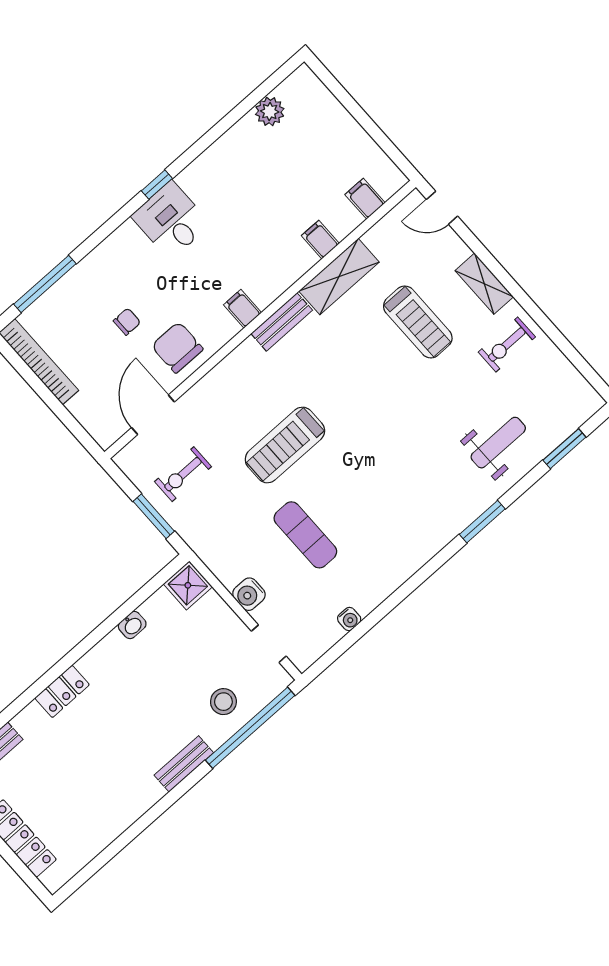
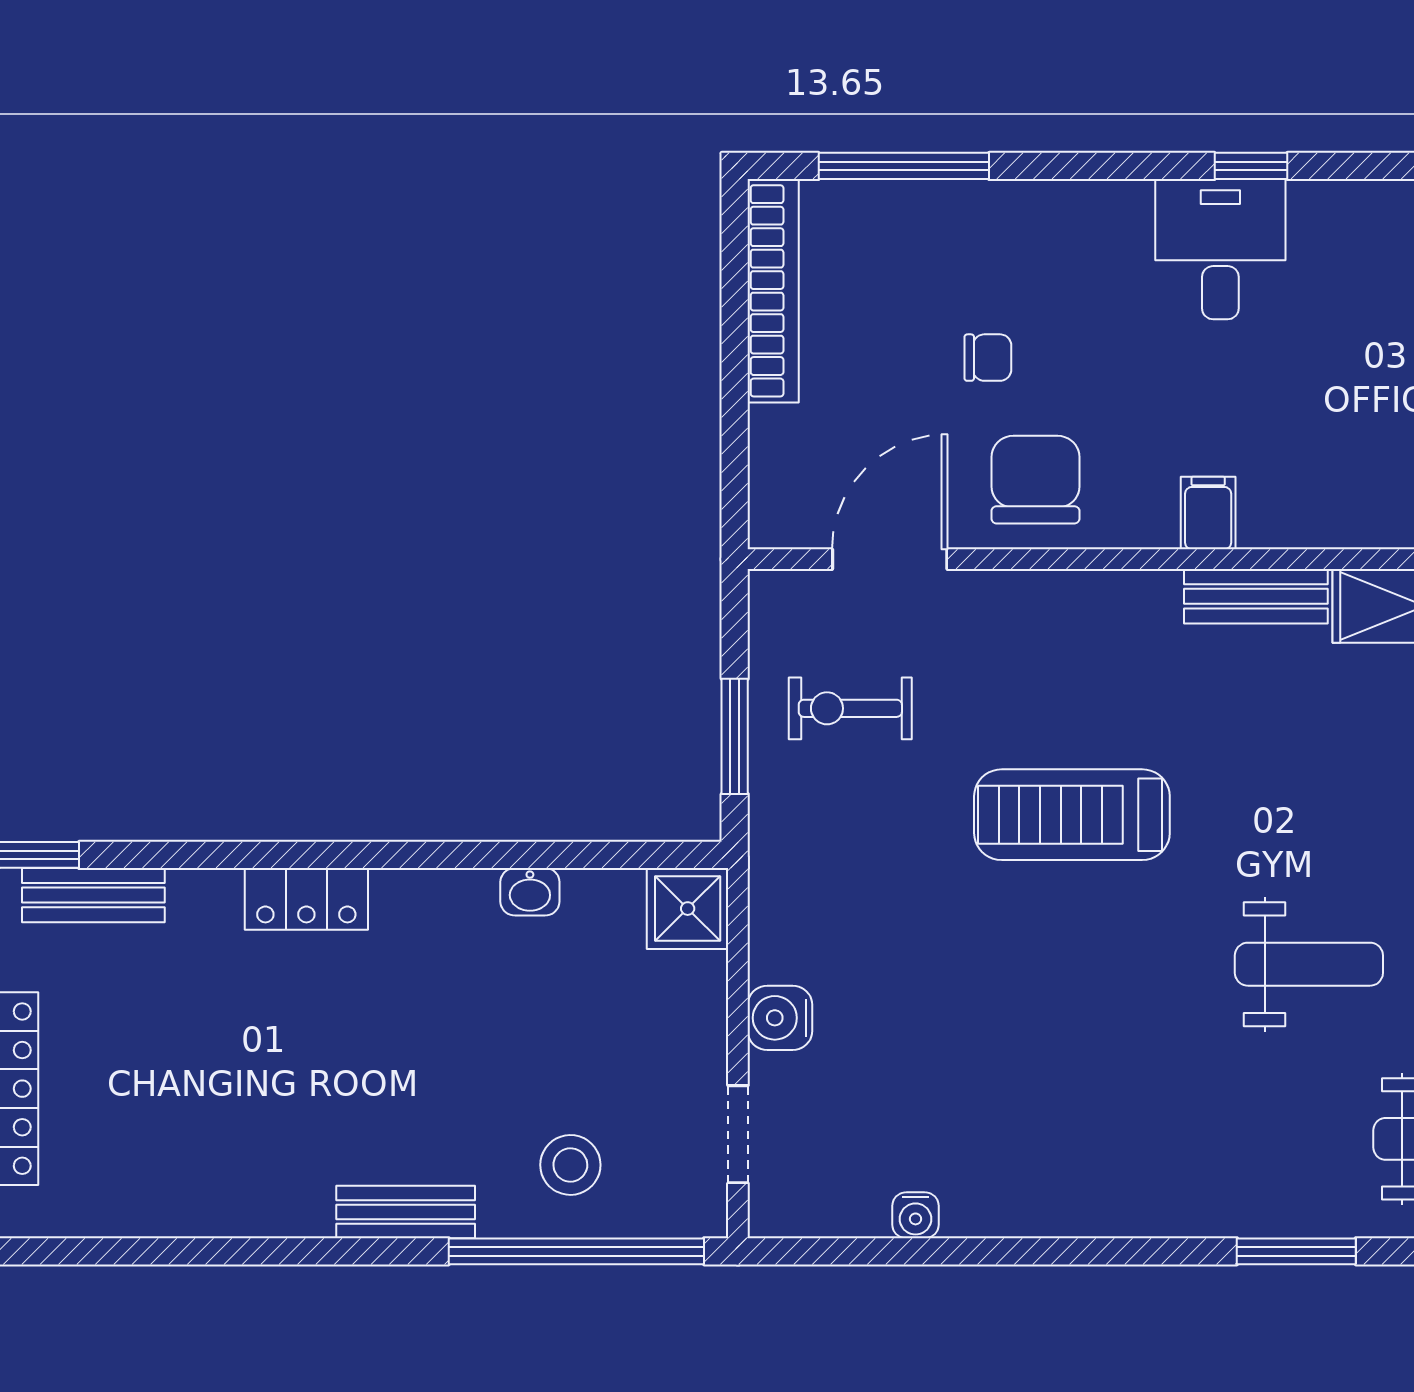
weight bench: (404, 425) -> (1309, 964), added
exercise mat: (305, 535) -> (969, 1002), removed

